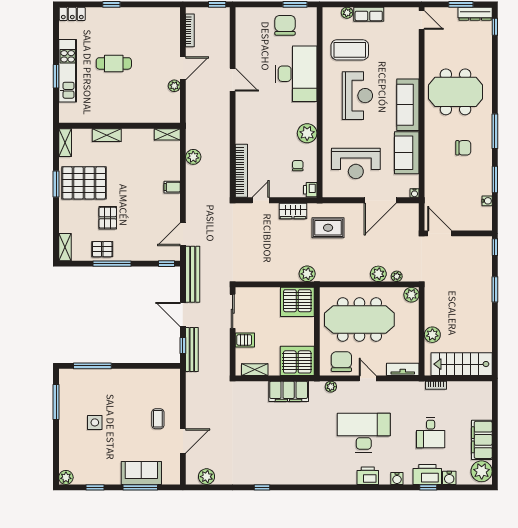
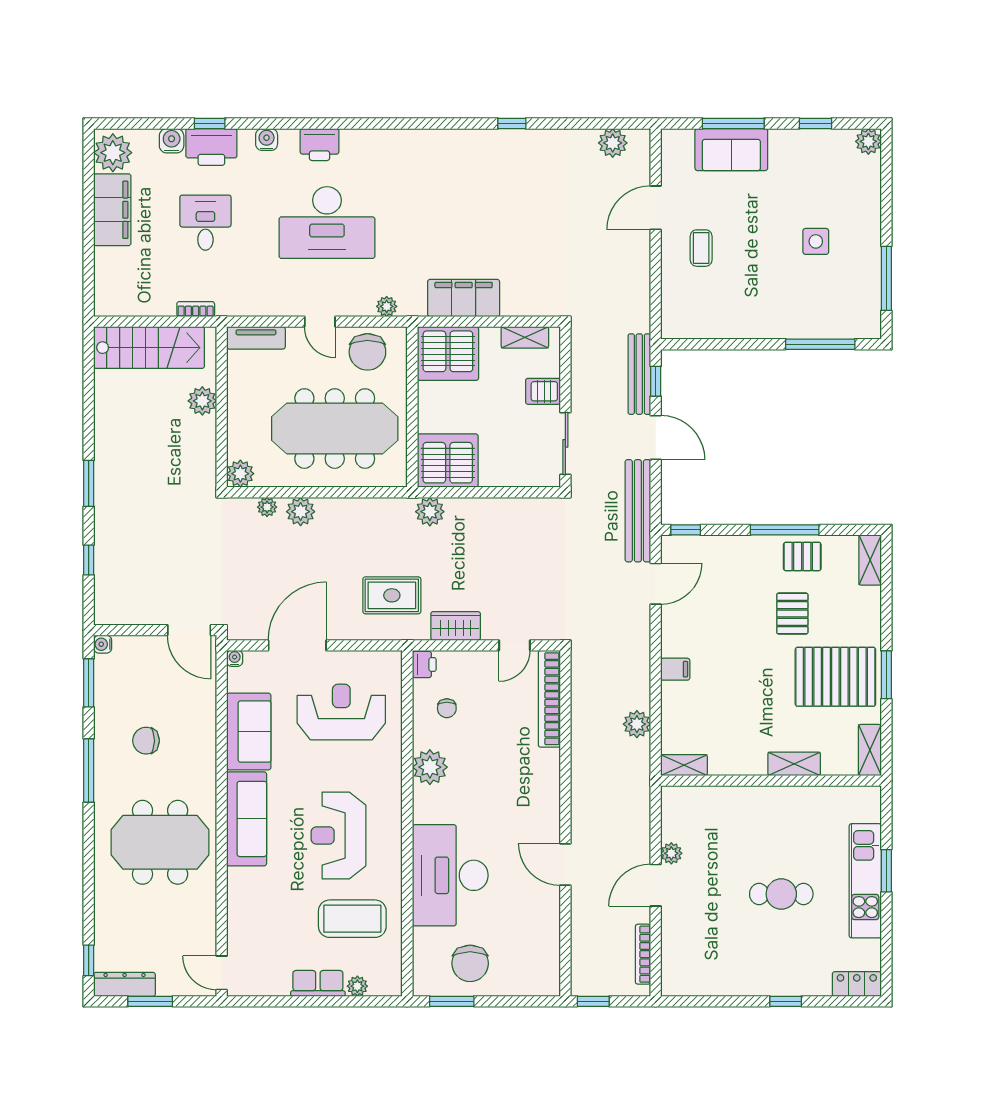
door: (440, 233) -> (189, 630), moved
wall: (458, 233) -> (155, 630), moved

